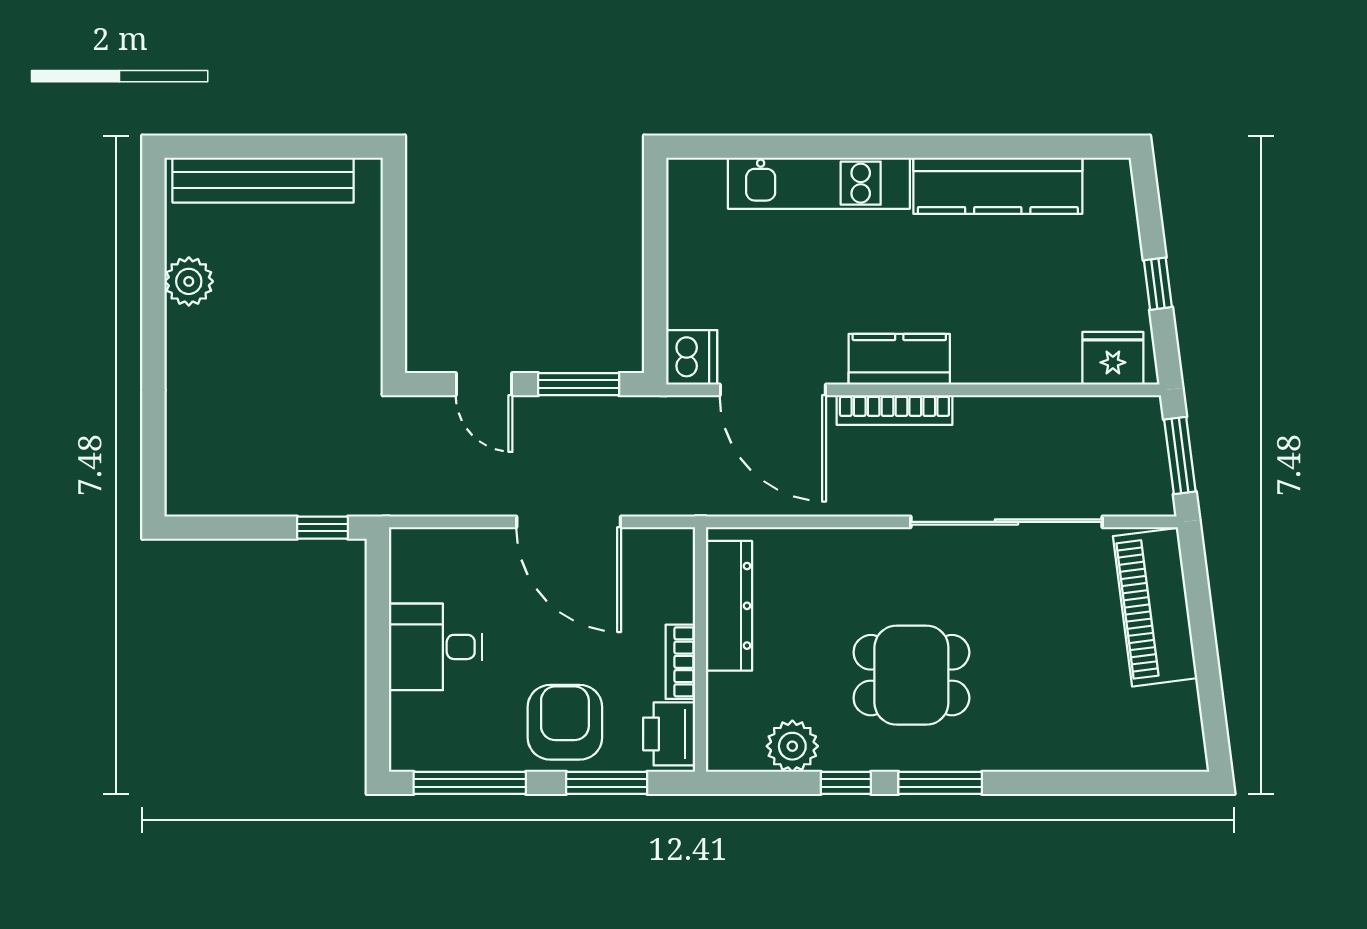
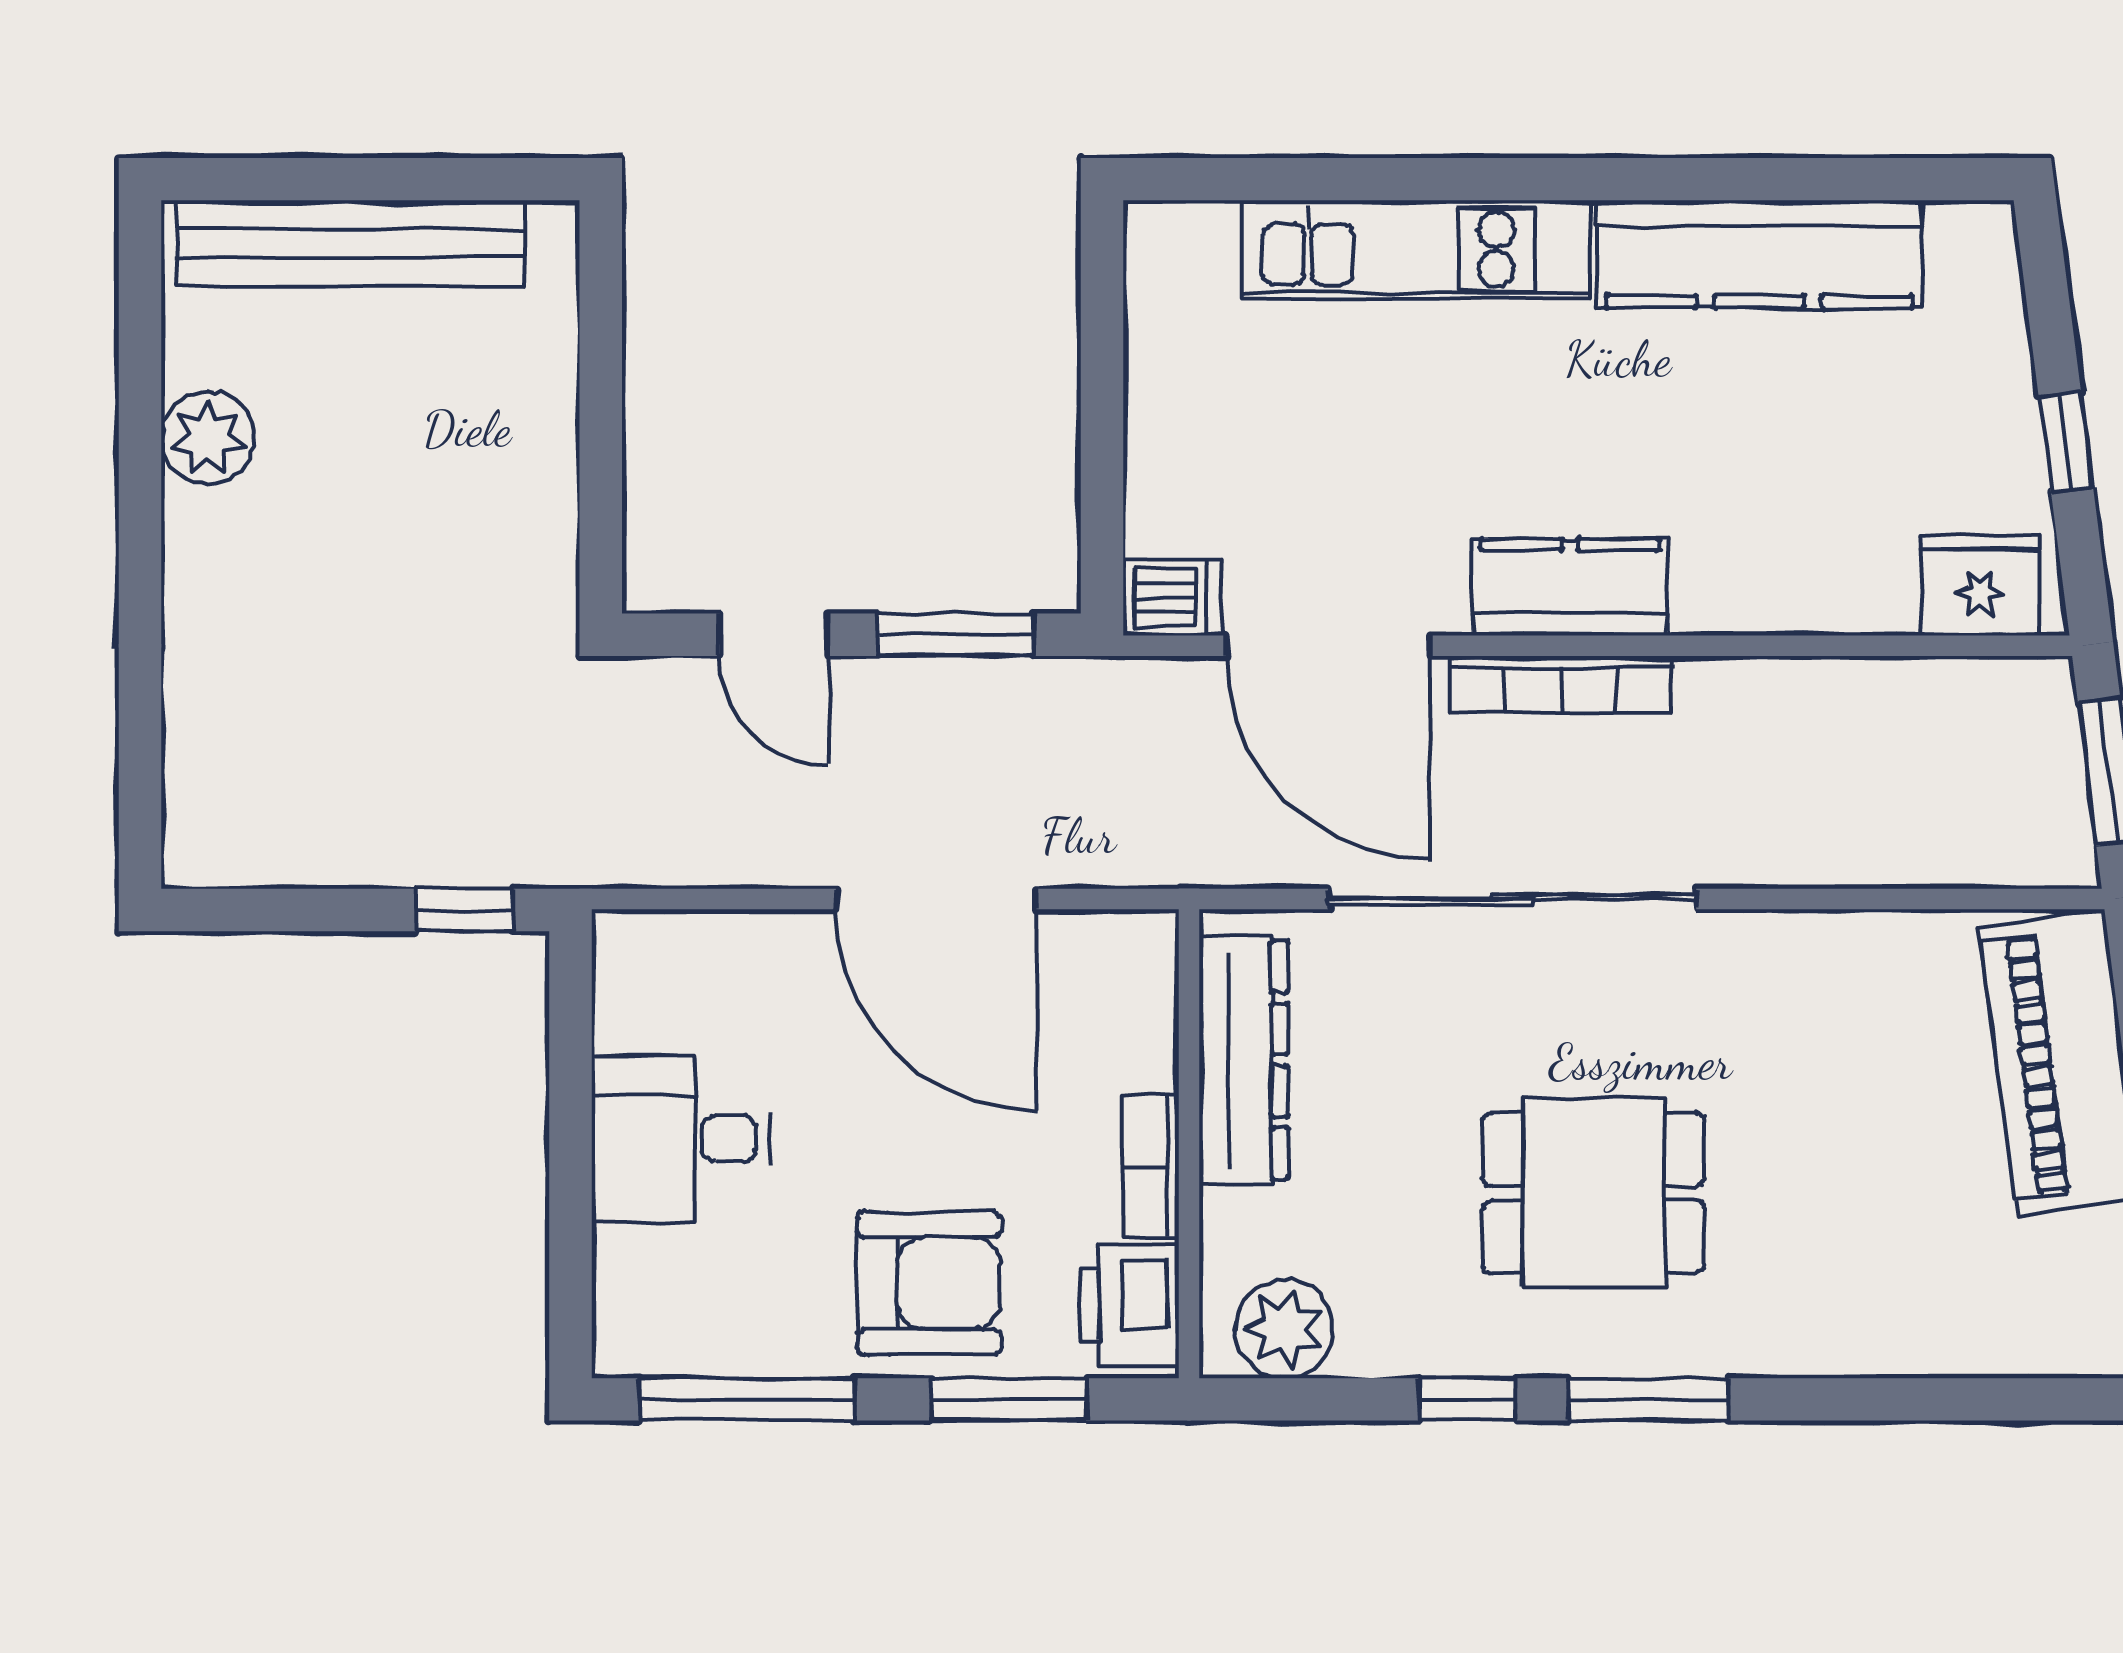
dishwasher: (692, 357) -> (1172, 598), width x0.73
sliding door: (1007, 522) -> (1512, 899), moved
armchair: (565, 722) -> (929, 1283), turned 90
plant: (792, 746) -> (1284, 1329), moved

